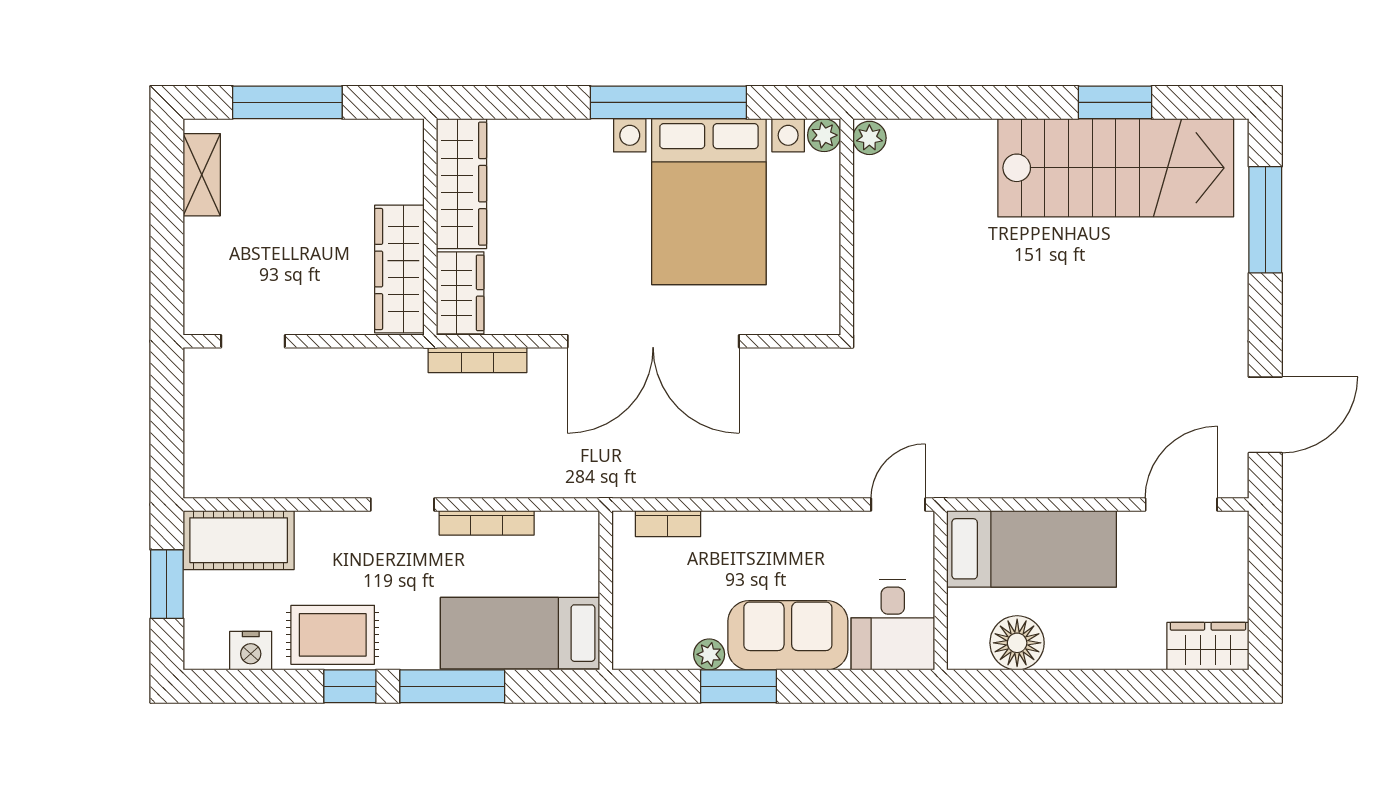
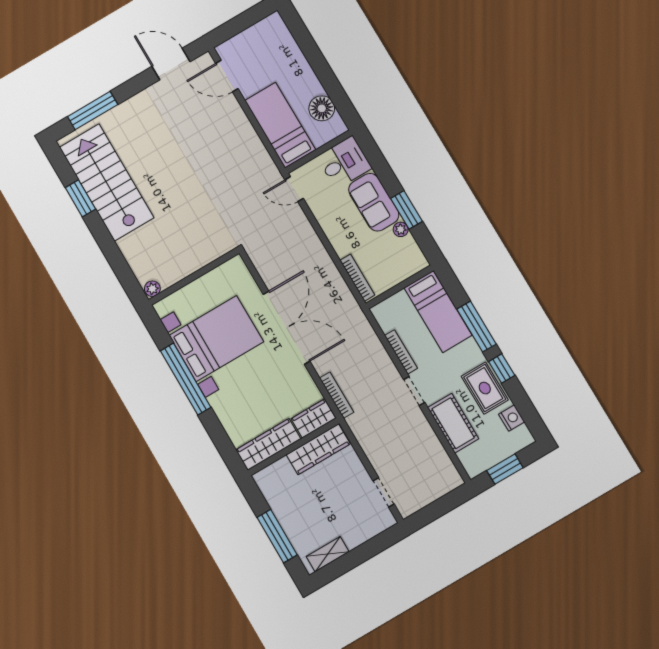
plant: (824, 135) -> (162, 308), removed
bookcase: (668, 524) -> (357, 278), width x1.56
cot: (239, 540) -> (453, 423), moved
wardrobe: (1208, 646) -> (278, 32), removed

